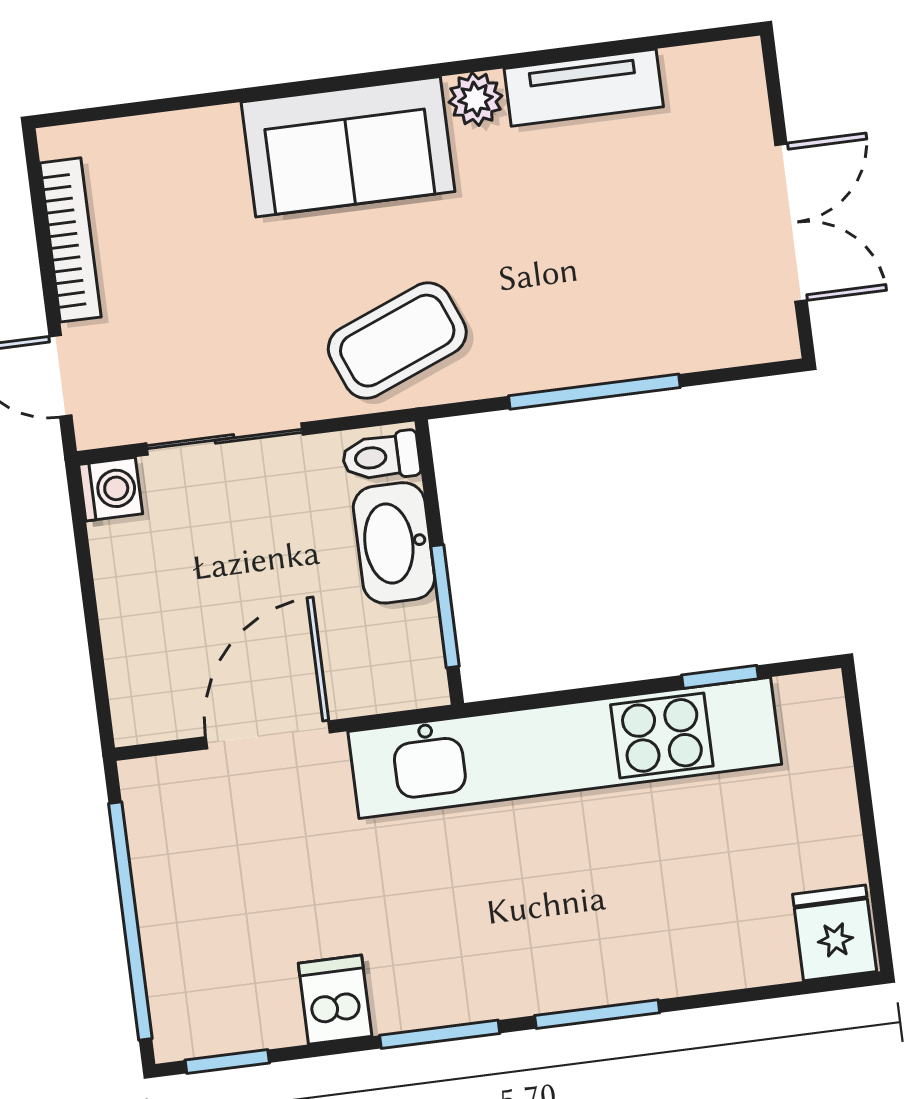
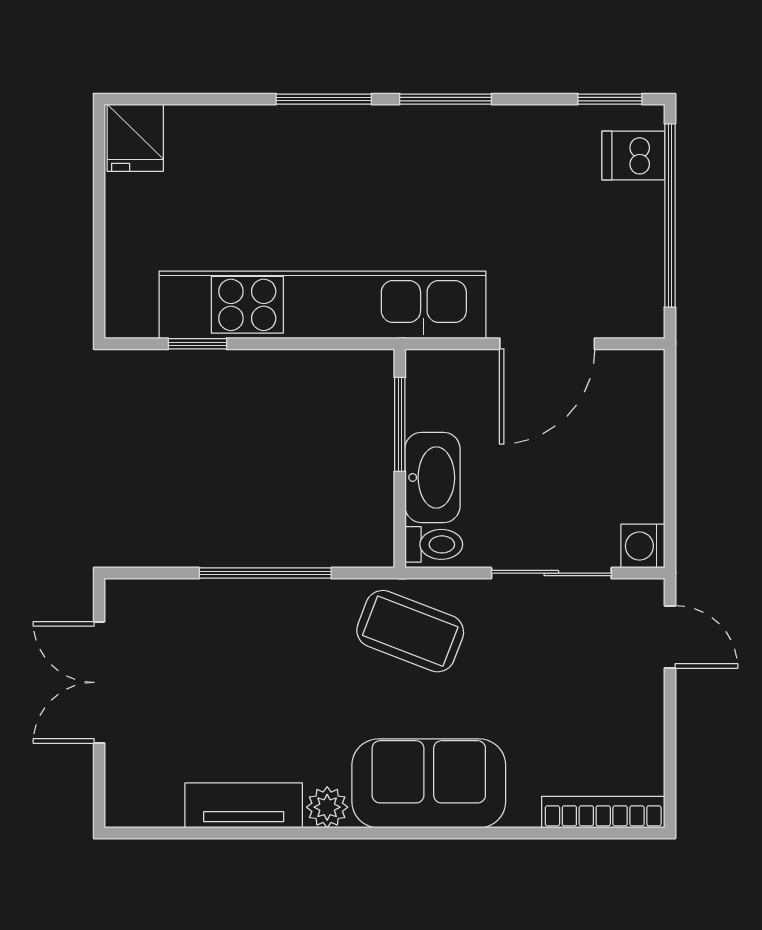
bookcase: (70, 240) -> (603, 812), moved, turned 90
coffee table: (397, 341) -> (410, 631), turned 43
dishwasher: (335, 1000) -> (633, 155), moved, turned 90

